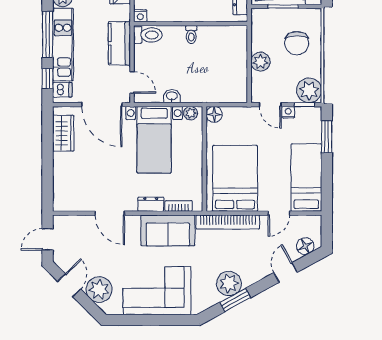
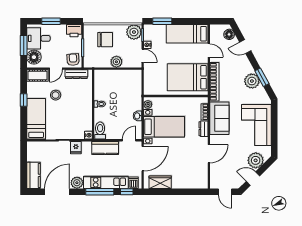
door: (270, 105) -> (143, 56), hinge flipped
floor lamp: (214, 114) -> (149, 90), removed

